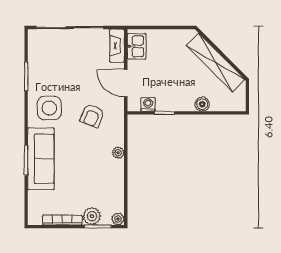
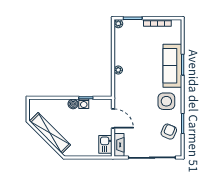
washing machine: (148, 104) -> (84, 104), moved
boiler: (202, 104) -> (73, 104), moved
armchair: (92, 116) -> (169, 132), moved
plant: (92, 216) -> (137, 26), removed

